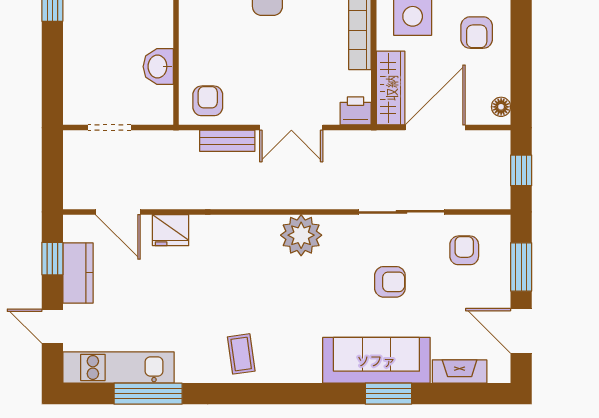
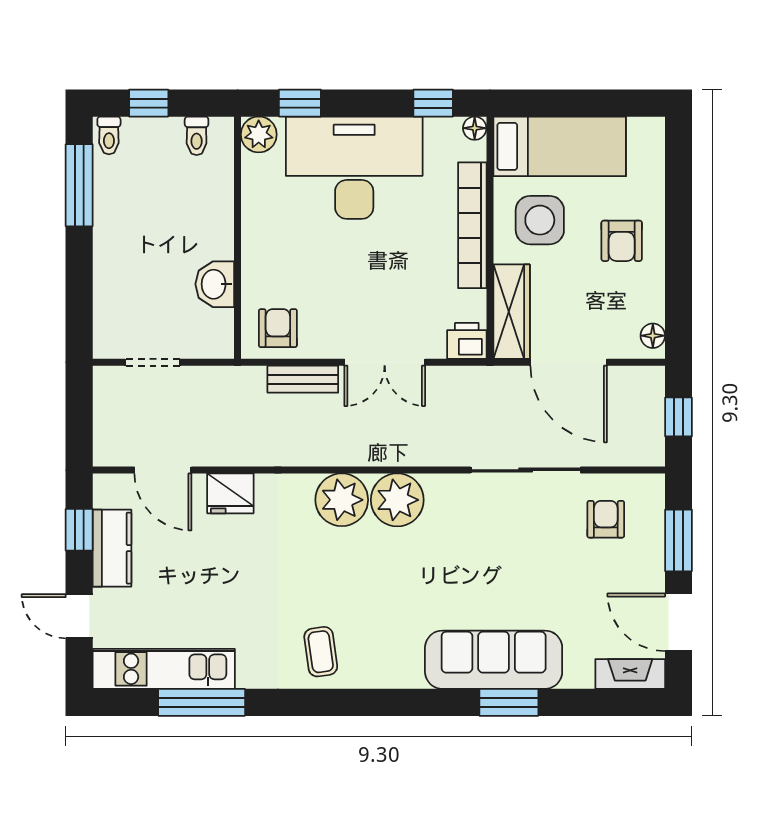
door: (435, 128) -> (569, 362), swing flipped
plant: (258, 235) -> (342, 500), added
armchair: (390, 282) -> (511, 559), removed
fireplace: (460, 371) -> (630, 674), moved

